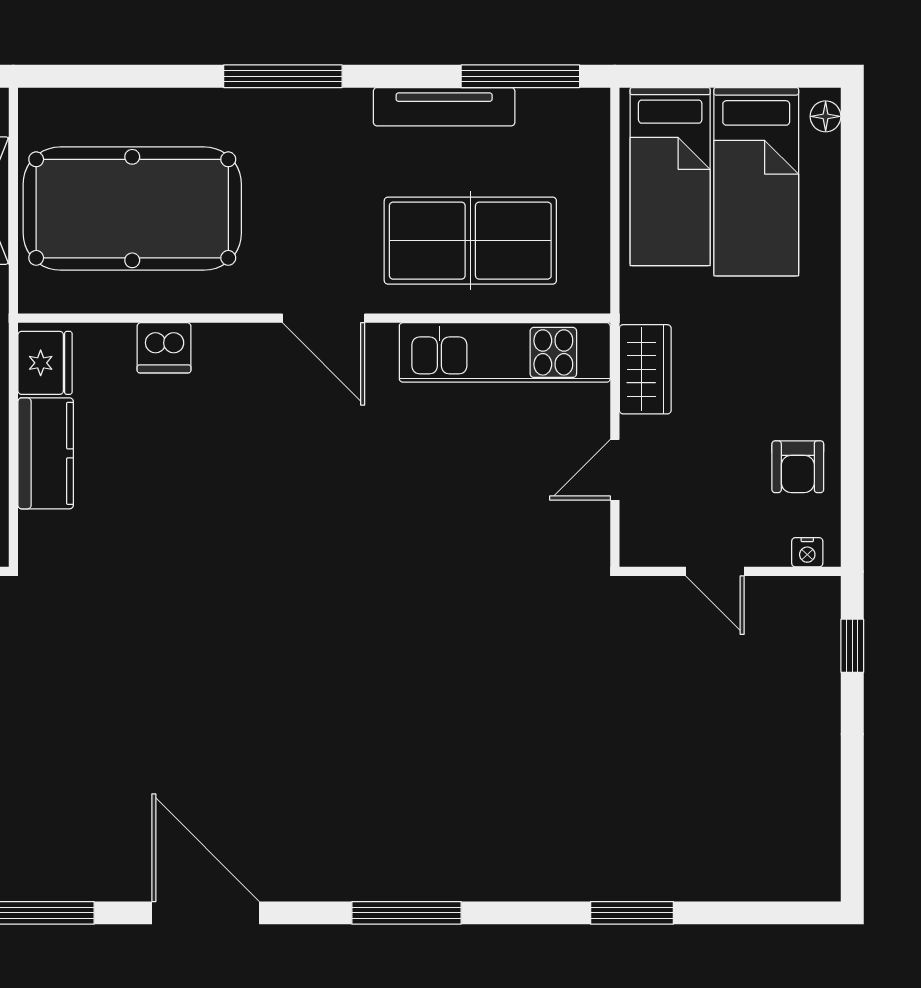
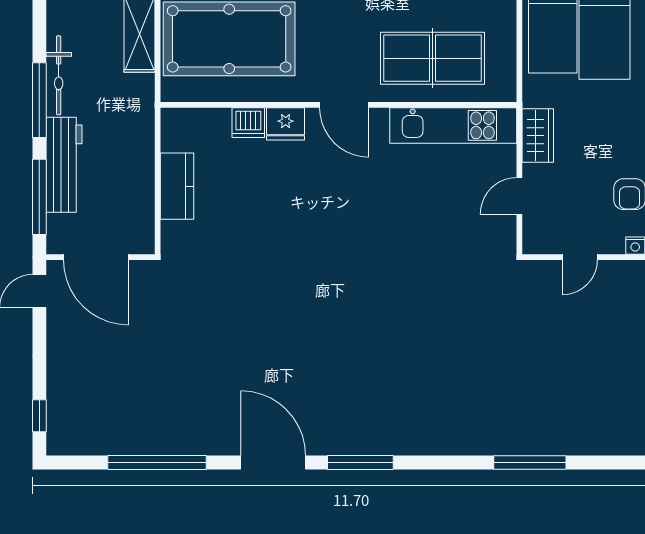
fridge: (45, 363) -> (286, 124), moved, turned 90
door: (715, 571) -> (580, 257), hinge flipped
window: (406, 913) -> (360, 462), moved
window: (632, 913) -> (530, 462), width x1.44

